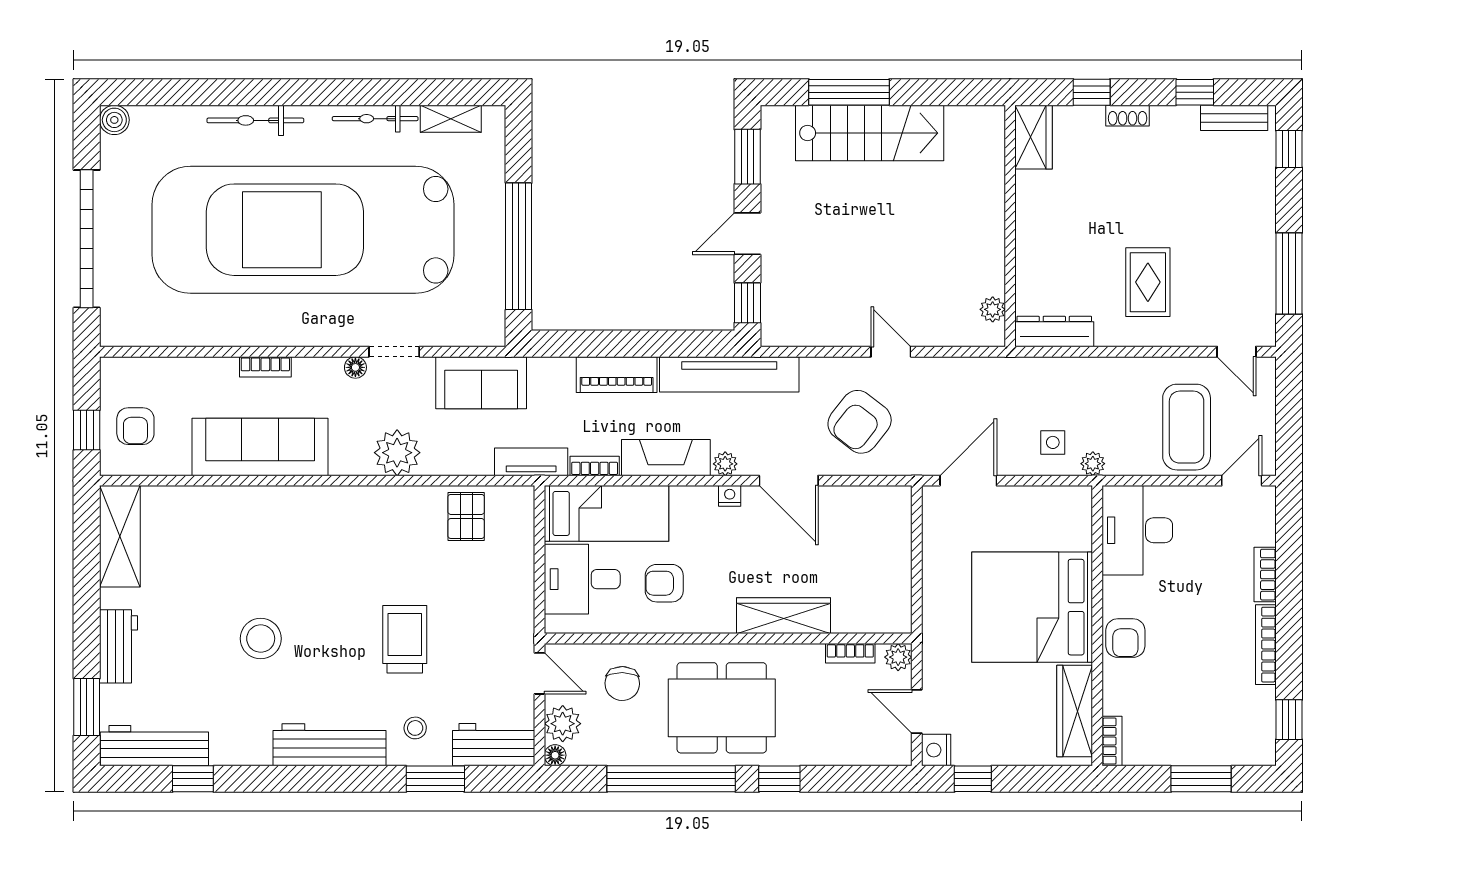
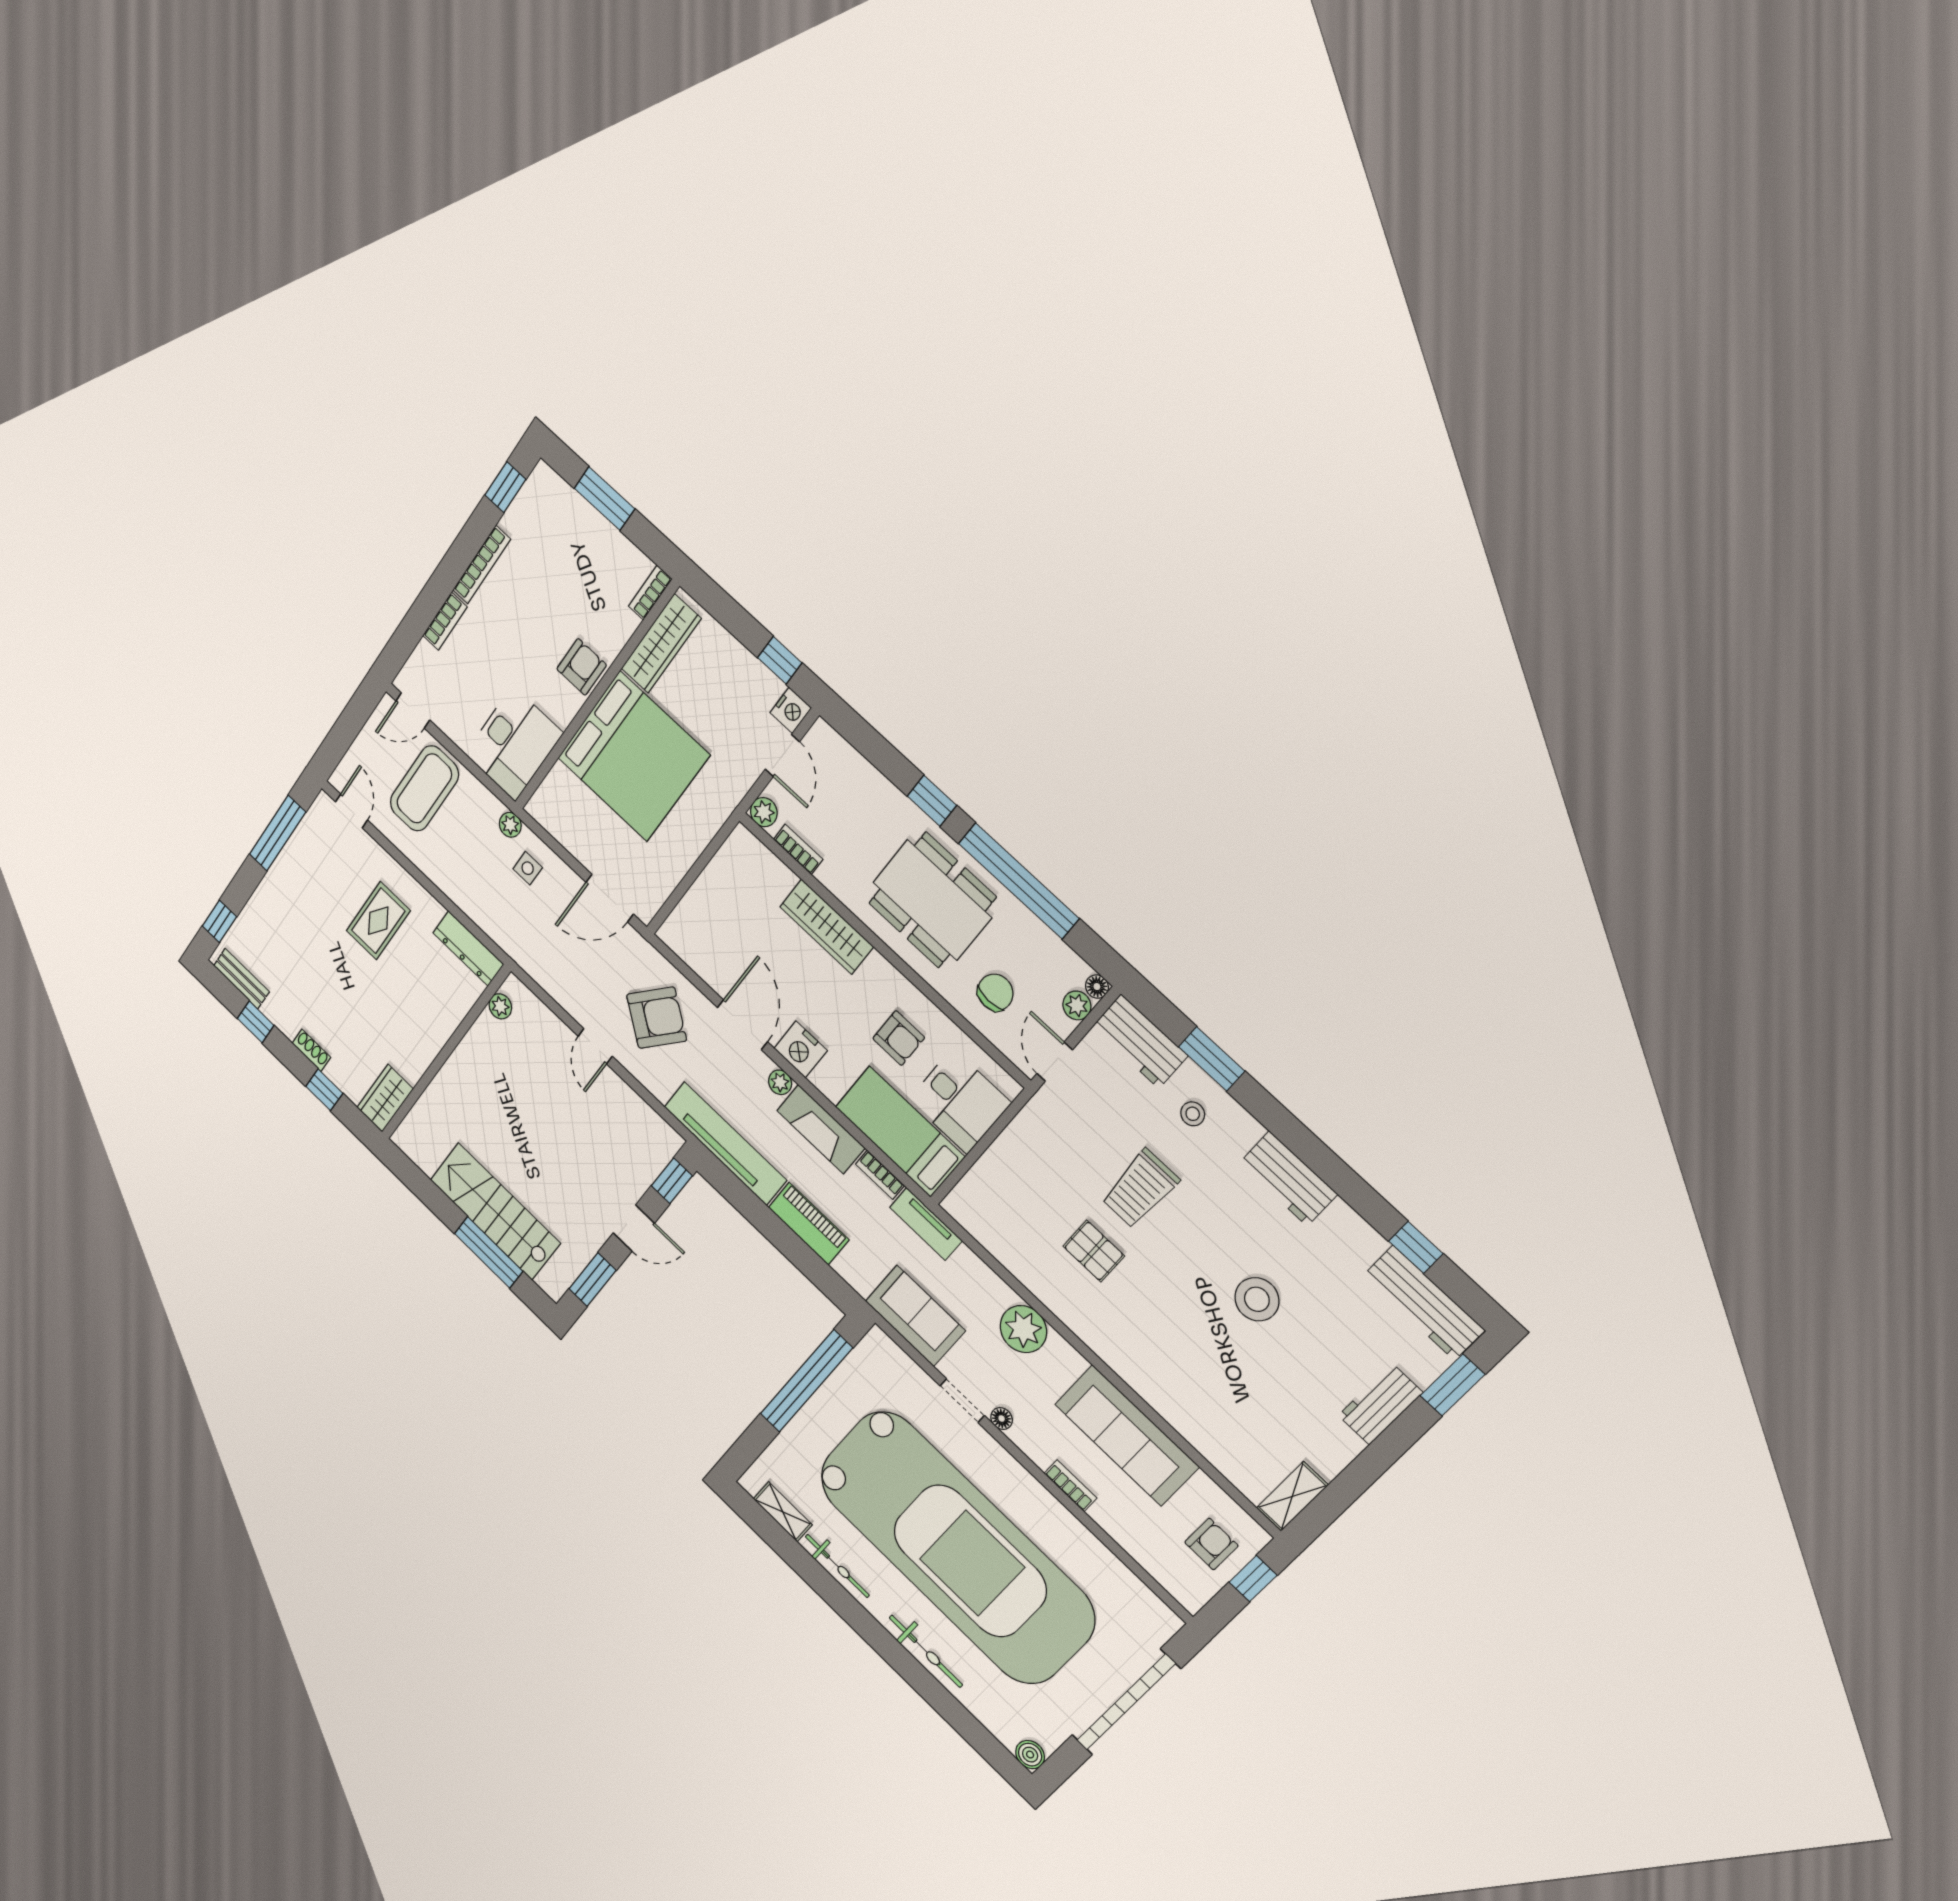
nightstand: (730, 496) -> (801, 1049), width x1.89, depth x1.79
pallet: (466, 516) -> (1094, 1251), moved, turned 90
shelving: (120, 536) -> (1292, 1496), width x0.67, depth x0.75
plant: (563, 724) -> (1077, 1005), width x0.73, depth x0.73
workbench: (330, 745) -> (1288, 1179), width x0.73

